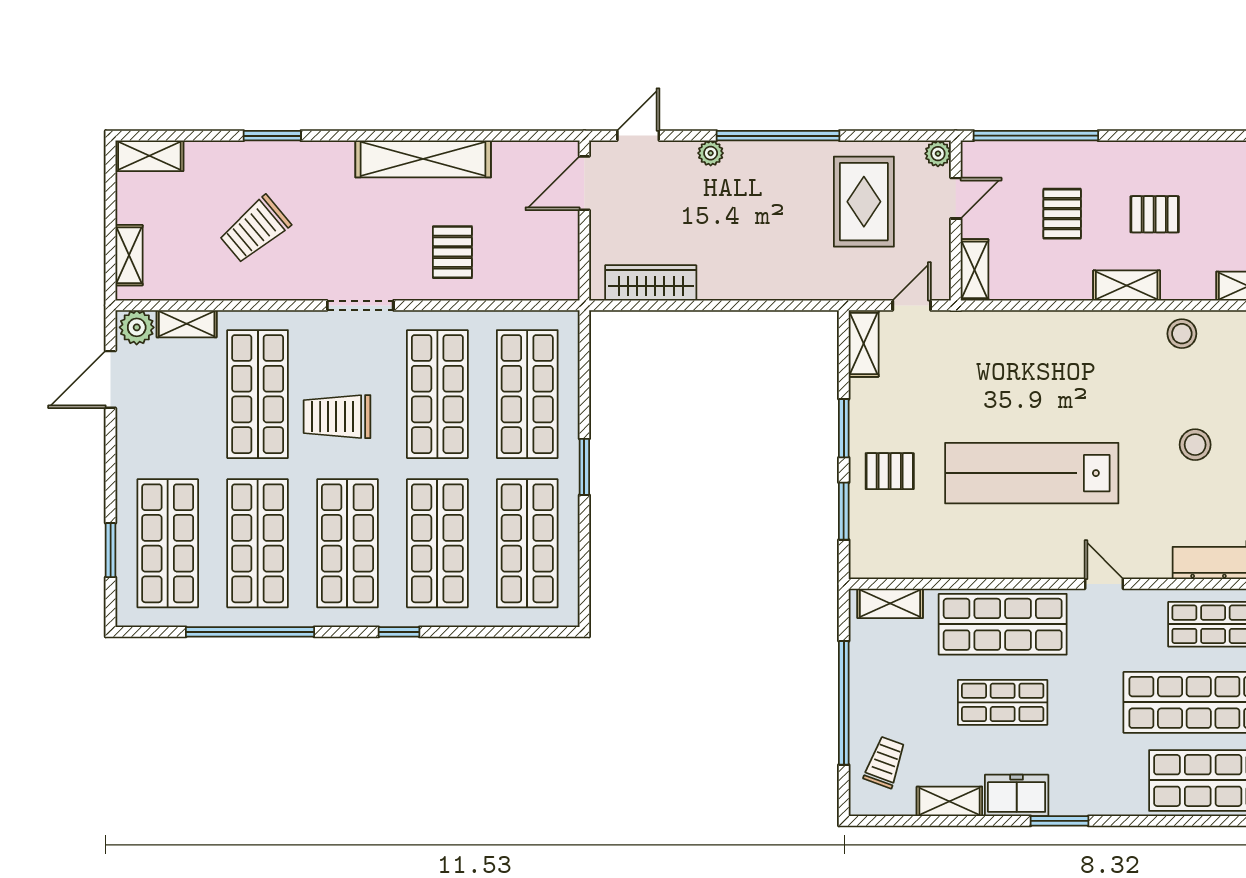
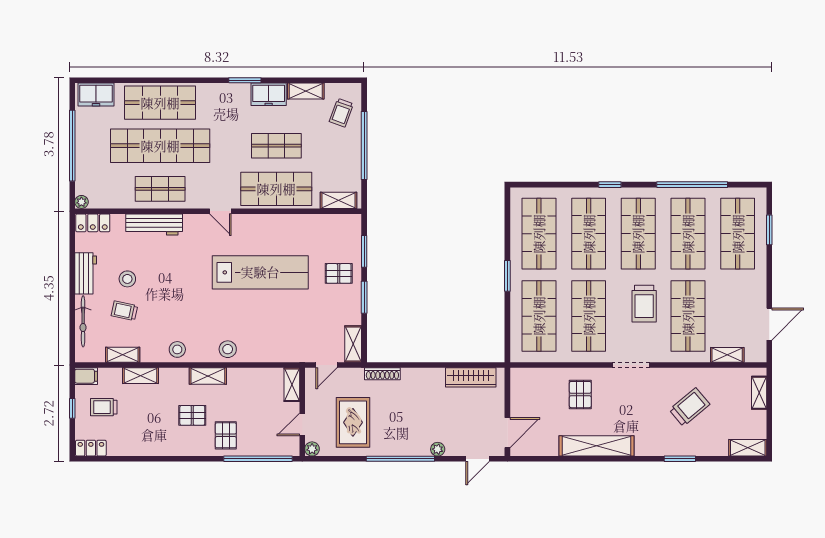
pallet: (1062, 214) -> (226, 435), moved
shoe rack: (811, 290) -> (382, 374), added
plant: (137, 327) -> (755, 353), removed
trolley: (337, 417) -> (644, 304), turned 90
stool: (1195, 445) -> (228, 349), moved

